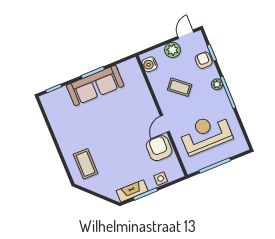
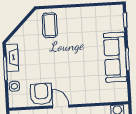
armchair: (159, 148) -> (41, 94), turned -90
coffee table: (86, 164) -> (50, 25), turned 90

